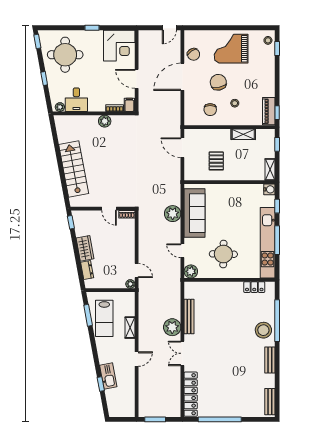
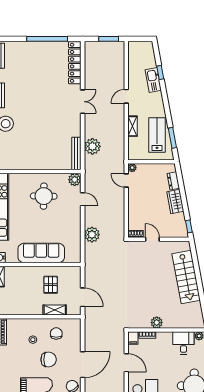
chair: (218, 82) -> (49, 360), turned -78
shelving: (243, 134) -> (55, 310), moved
sofa: (195, 213) -> (41, 253), moved, turned 90
locker: (254, 287) -> (14, 165), removed
bench: (189, 317) -> (76, 154), moved
plant: (172, 327) -> (92, 146), moved

